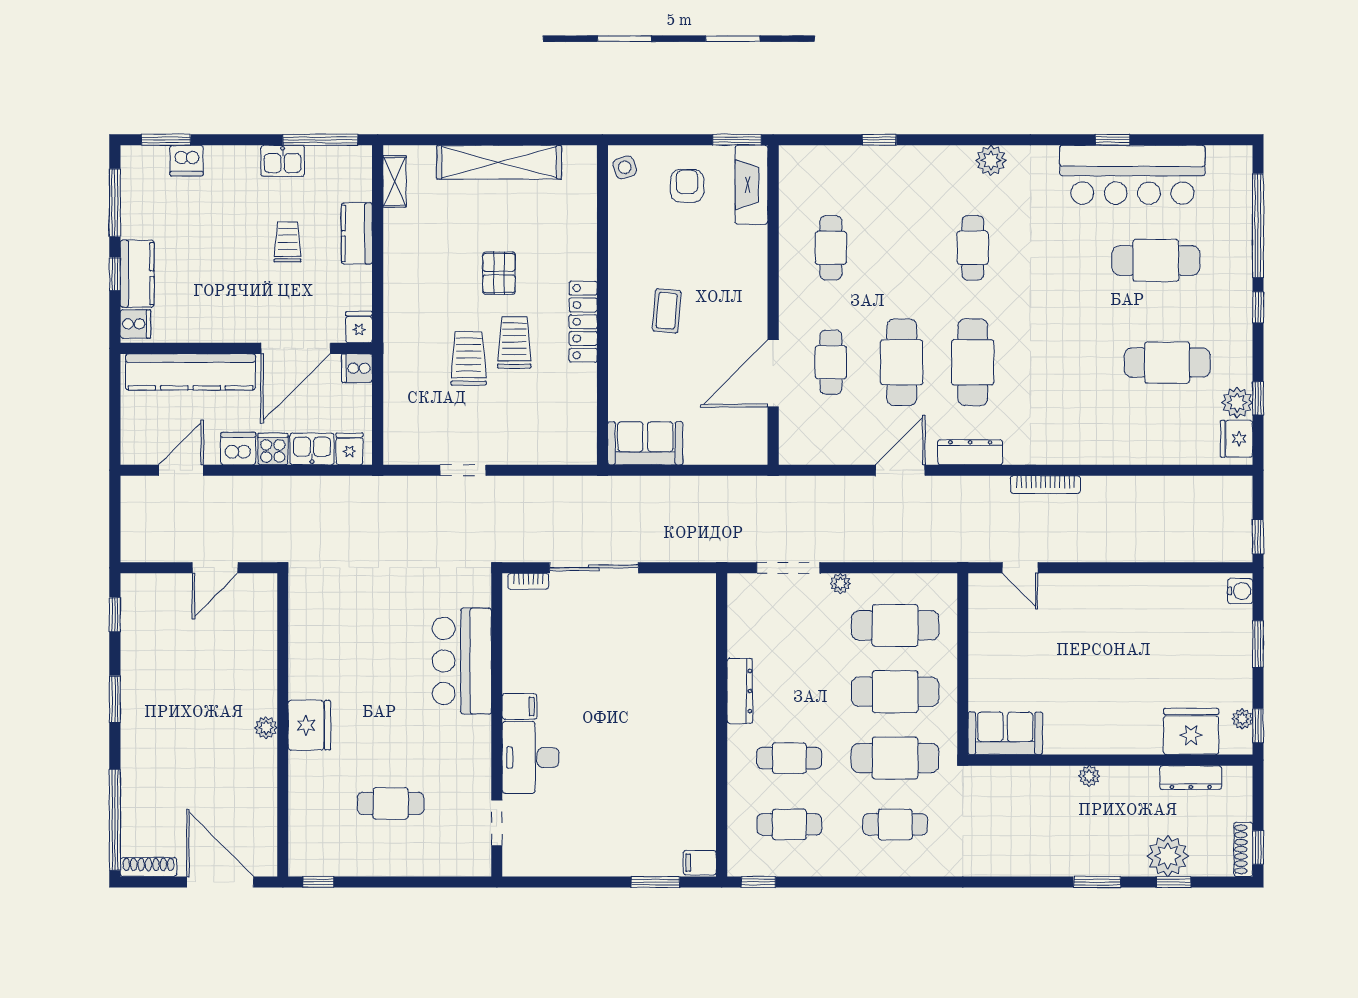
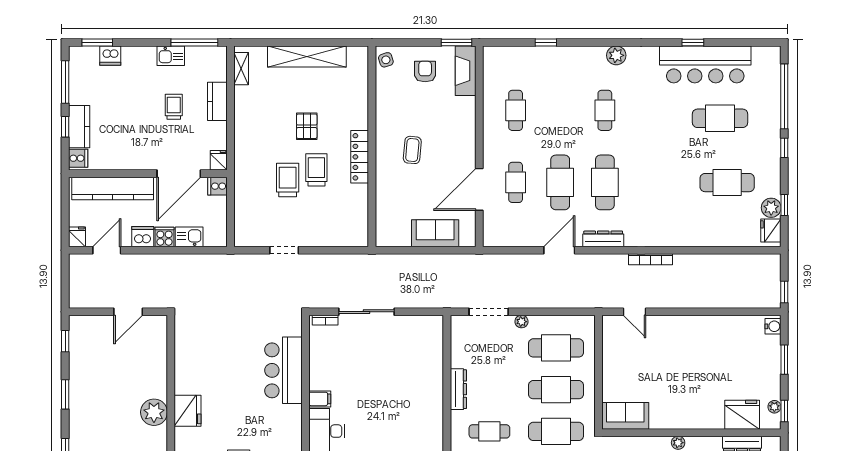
sofa: (645, 443) -> (435, 233), moved
fridge: (350, 449) -> (77, 237), moved
plant: (266, 728) -> (154, 412), width x1.87, depth x1.87

